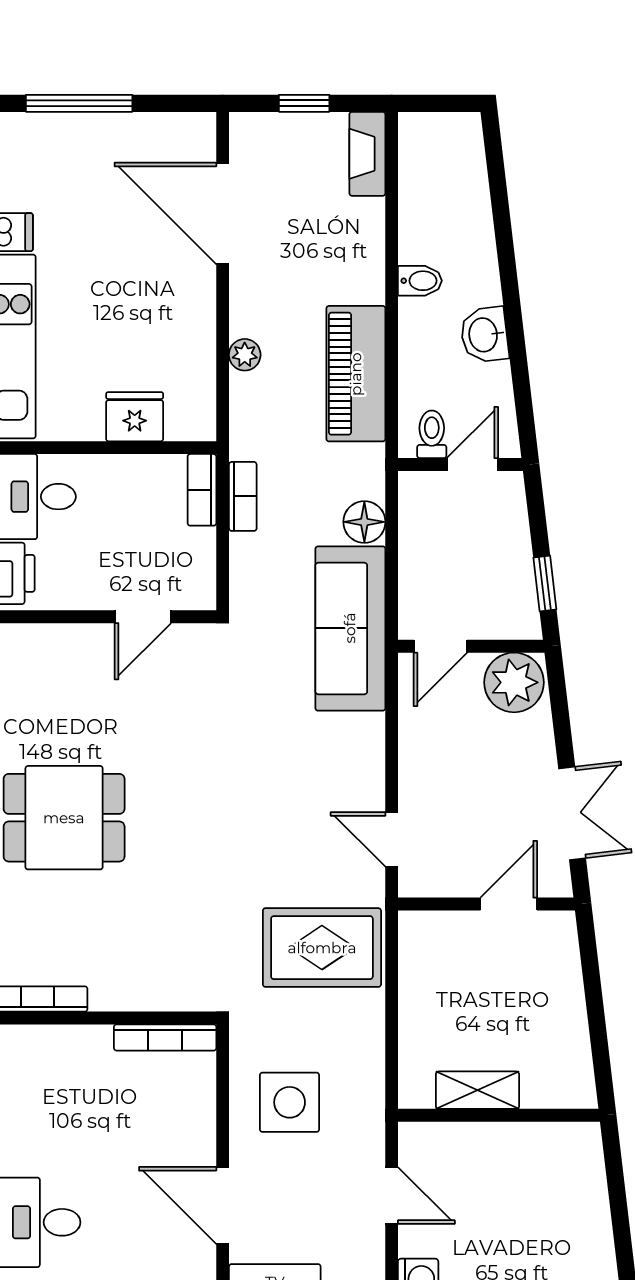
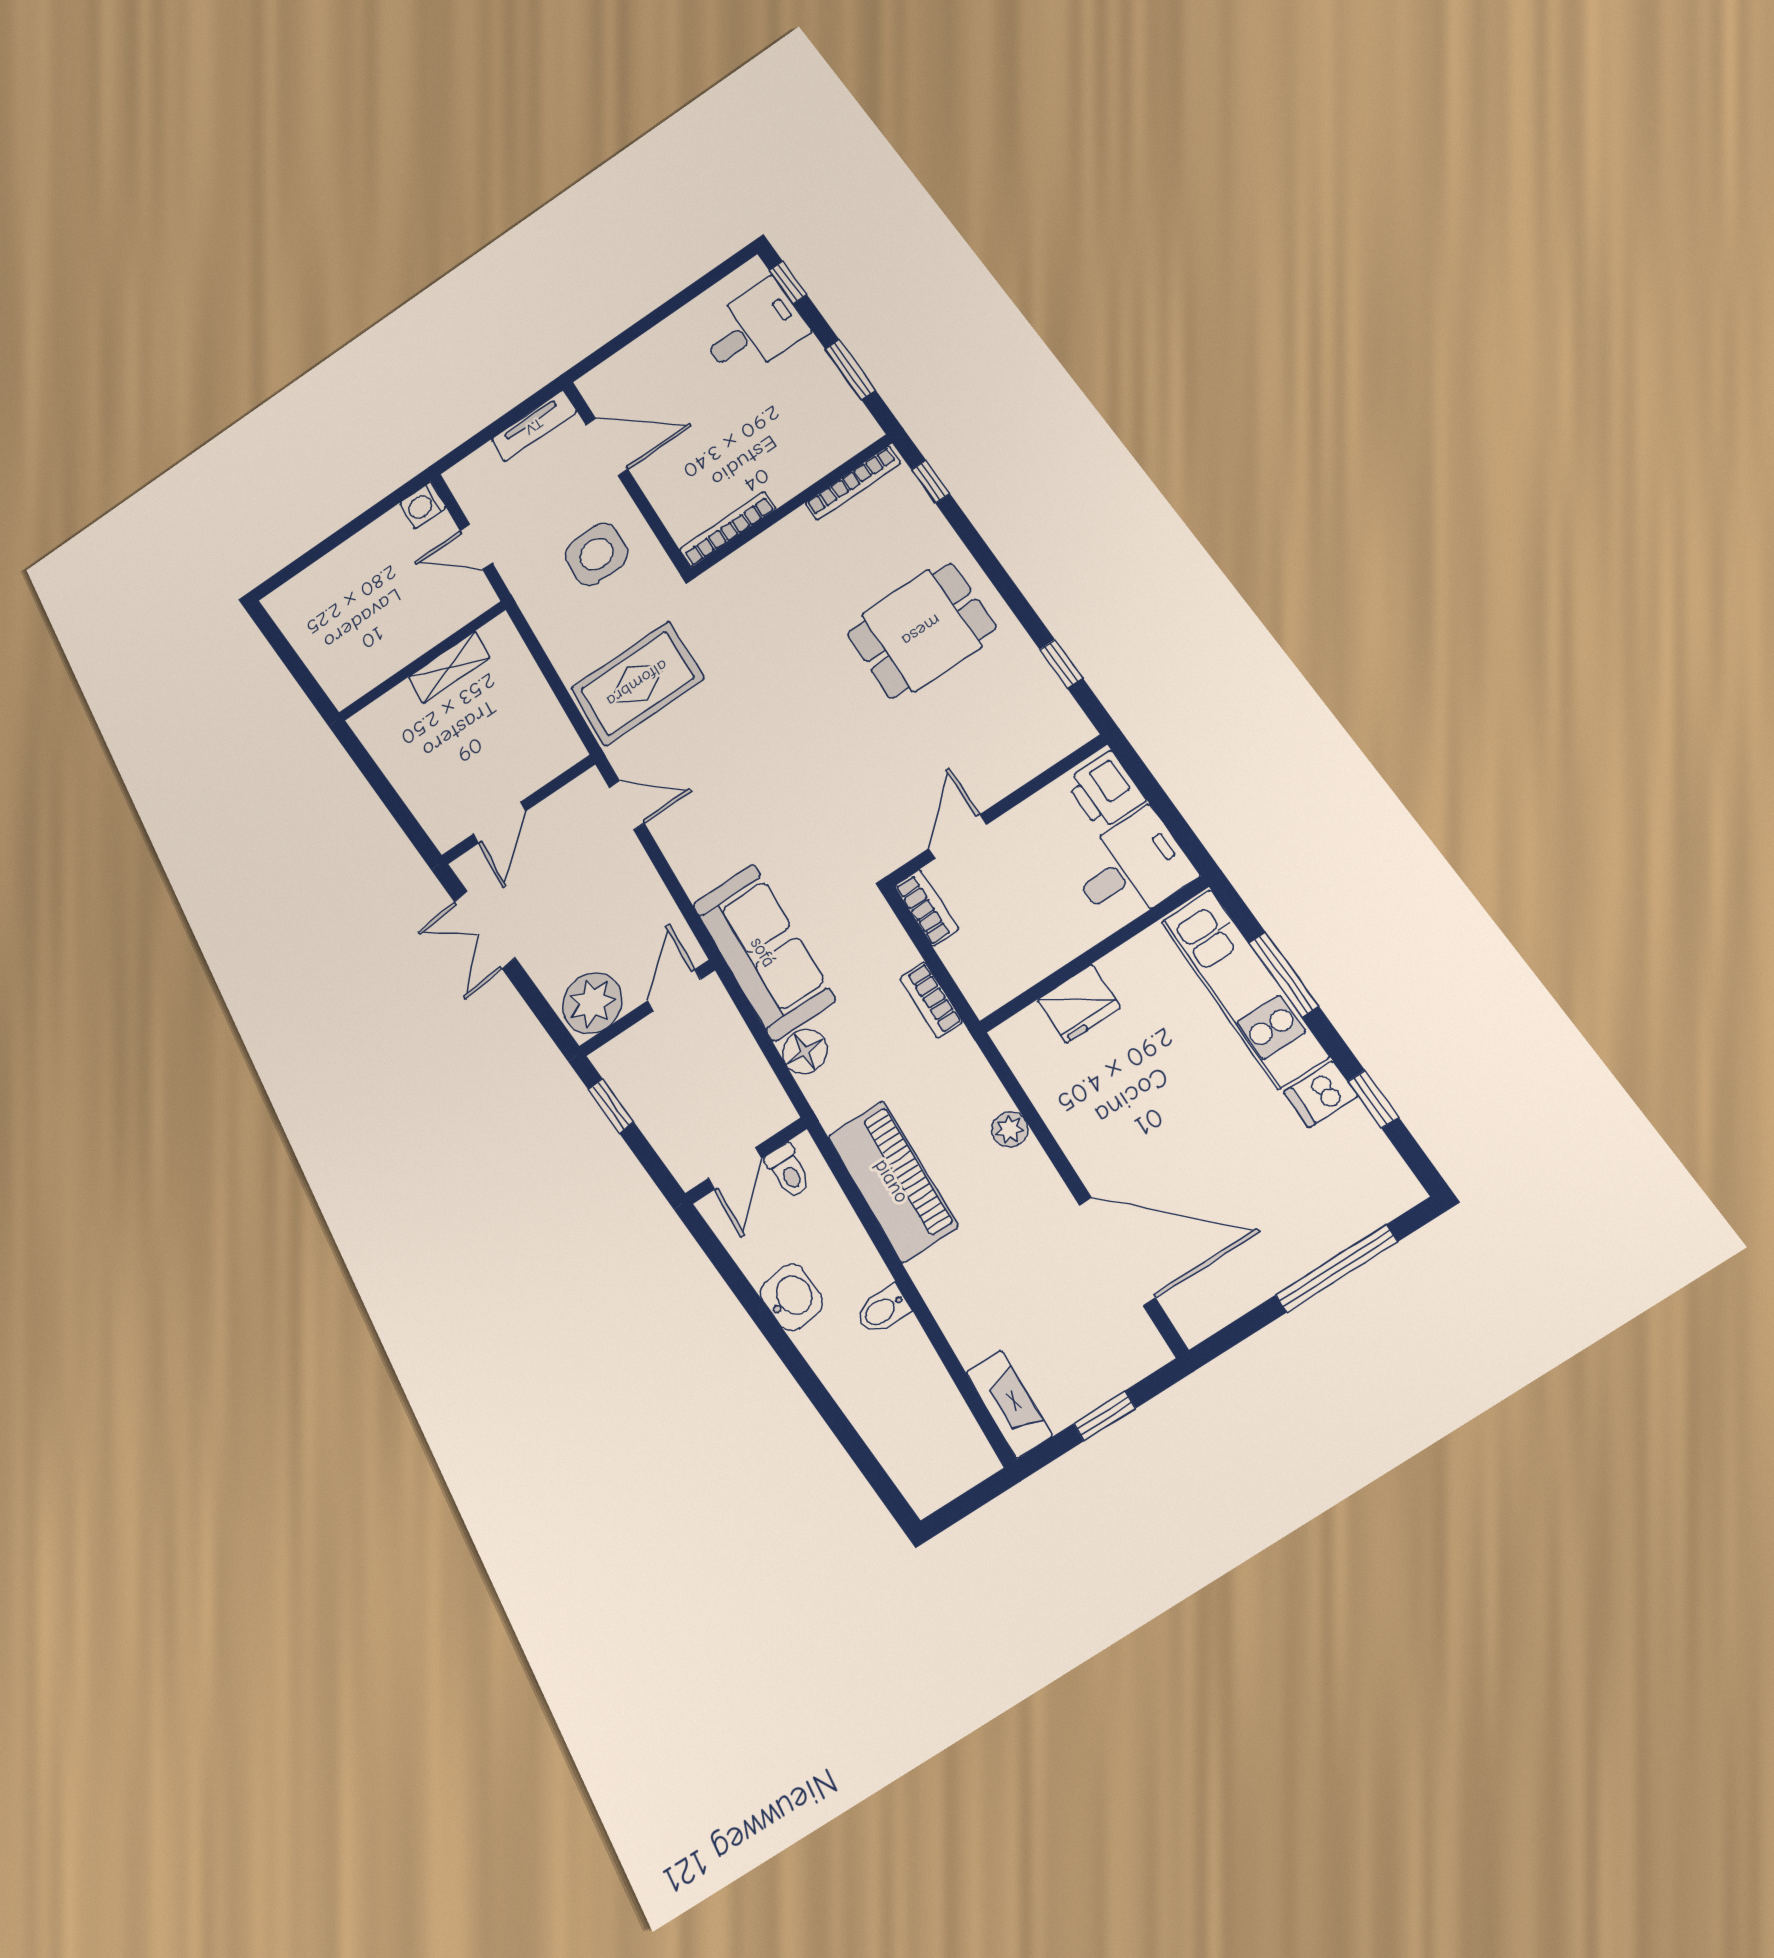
bookcase: (202, 490) -> (926, 908), moved

